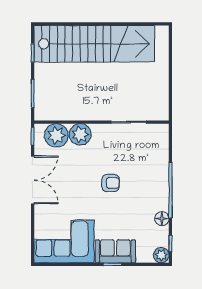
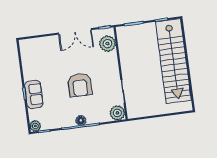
plant: (80, 134) -> (117, 113), moved
armchair: (111, 183) -> (80, 85), width x1.88, depth x1.88
floor lamp: (162, 219) -> (81, 120), moved
corner sofa: (64, 241) -> (36, 59), removed

